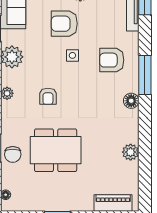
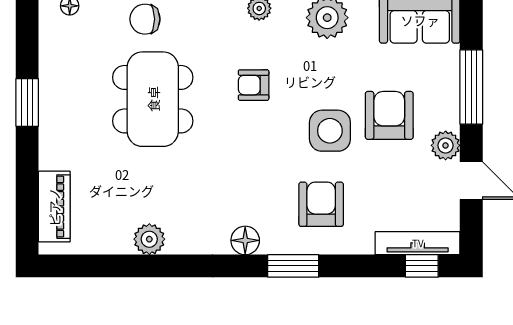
side table: (72, 55) -> (330, 131), width x1.87, depth x1.87
window: (145, 75) -> (293, 266), width x0.69

